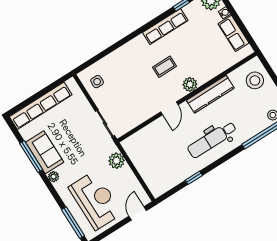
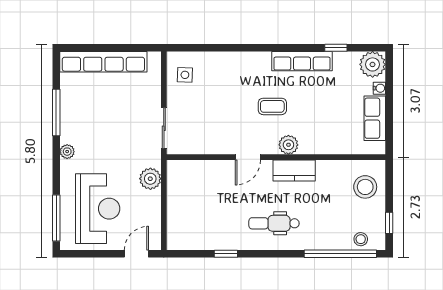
kitchen counter: (210, 94) -> (294, 171), width x0.67
dental chair: (212, 140) -> (274, 223), width x0.73, depth x0.72
sofa: (45, 152) -> (75, 117), removed

